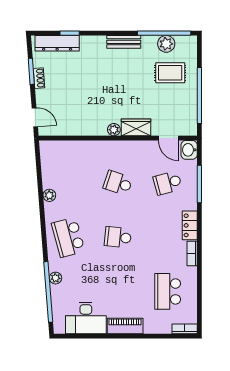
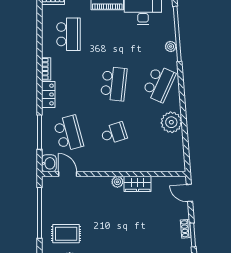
wardrobe: (136, 127) -> (138, 184), moved
school desk: (118, 183) -> (114, 133), turned -36
school desk: (168, 183) -> (68, 133), width x1.85
plant: (49, 195) -> (171, 122), width x1.87, depth x1.87
school desk: (68, 237) -> (159, 84), turned 39
school desk: (118, 237) -> (114, 84), width x1.85

